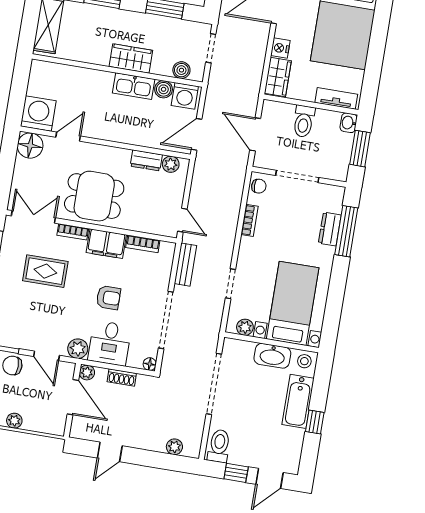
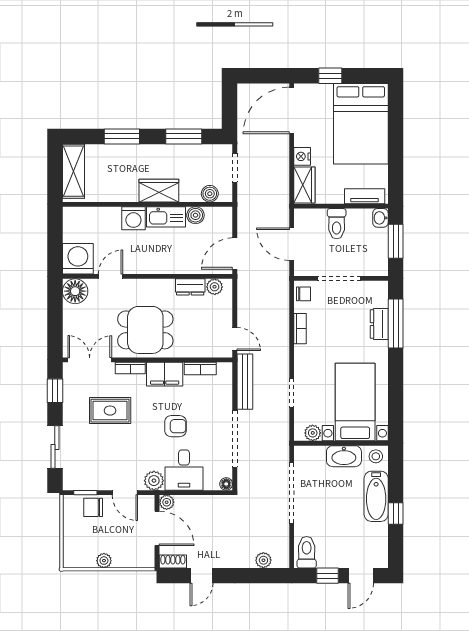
washing machine: (185, 96) -> (133, 218), moved
bench: (185, 265) -> (245, 382), width x1.36
shoe rack: (122, 377) -> (173, 561), moved, turned 180

